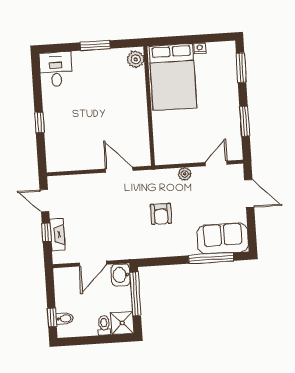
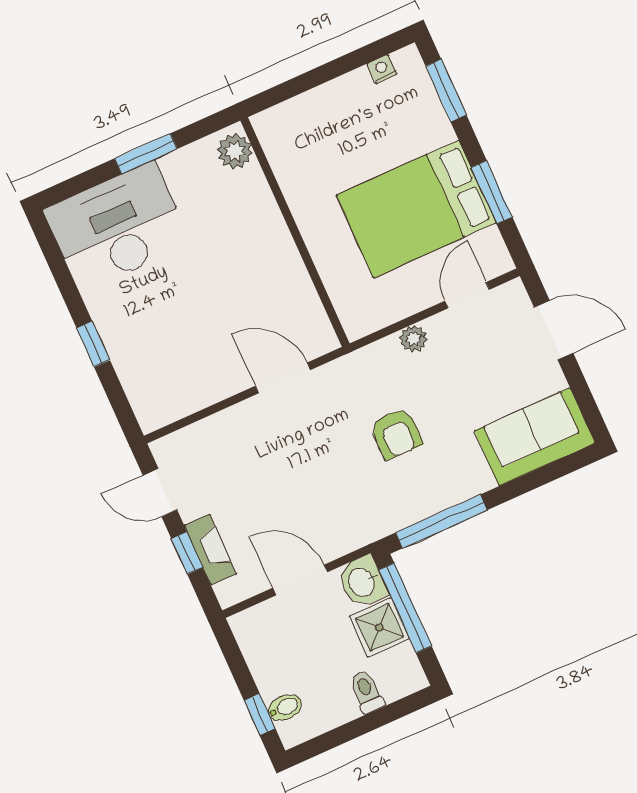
nightstand: (200, 48) -> (382, 69), moved
desk: (56, 69) -> (117, 226), width x1.87, depth x1.30
bed: (173, 77) -> (416, 209), moved, turned 90
window: (211, 258) -> (441, 521), moved
door: (93, 264) -> (300, 580), swing flipped
shower: (122, 323) -> (379, 627), moved

